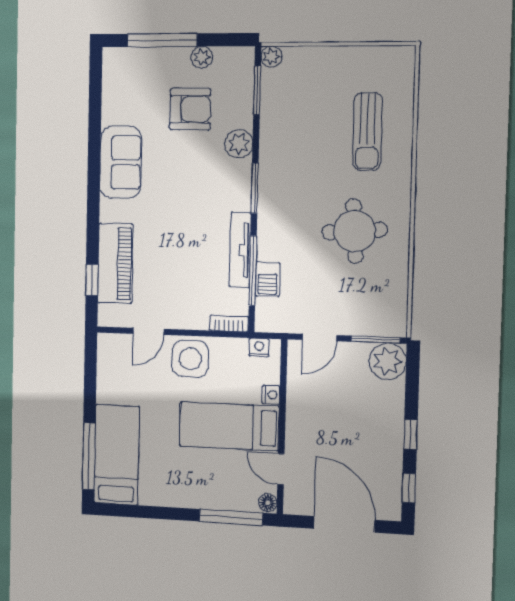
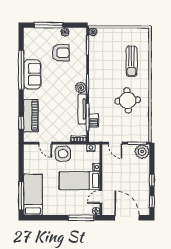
plant: (239, 144) -> (81, 88), moved
window: (94, 151) -> (21, 70), added
door: (148, 331) -> (45, 143), hinge flipped
door: (320, 338) -> (115, 143), hinge flipped
door: (281, 469) -> (101, 197), hinge flipped

